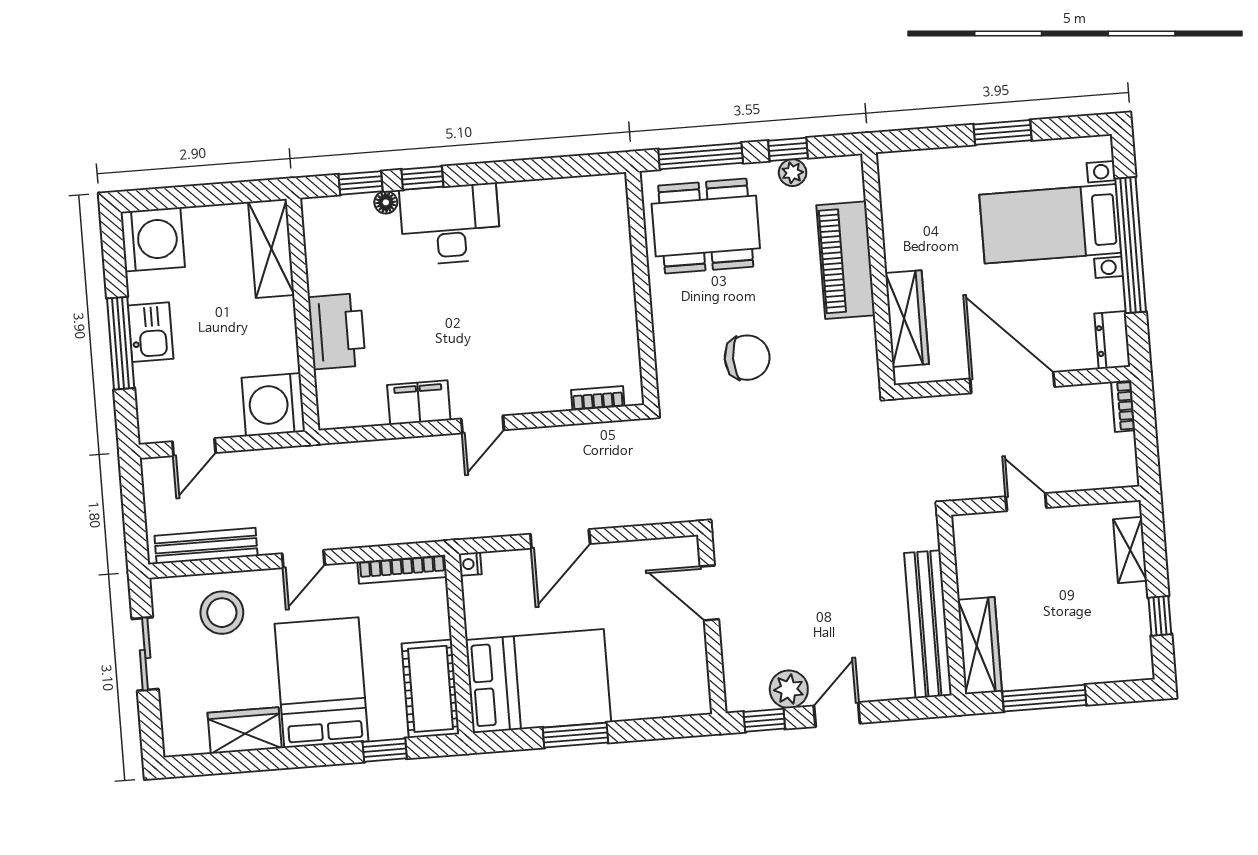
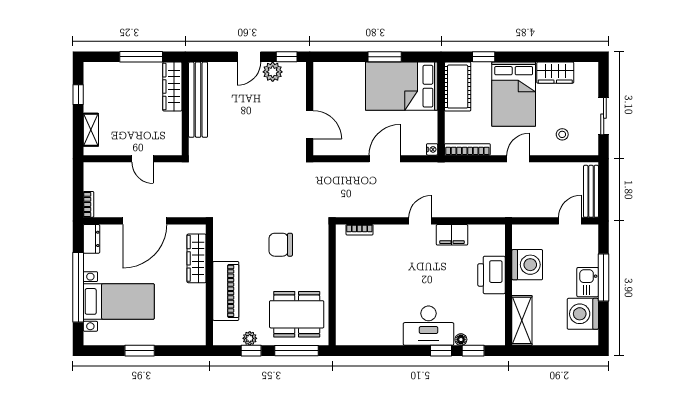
washing machine: (153, 239) -> (583, 314), moved
door: (1012, 383) -> (145, 221), hinge flipped
washing machine: (273, 405) -> (527, 265), moved
bench: (206, 546) -> (591, 191), moved, turned 90
stool: (222, 613) -> (562, 134), width x0.53, depth x0.53

